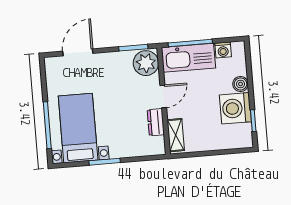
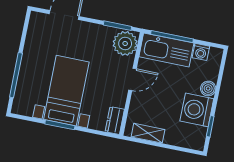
dresser: (156, 122) -> (115, 120), moved
bed with nightstands: (78, 128) -> (66, 91), moved
shelving: (176, 135) -> (148, 133), moved, turned 90

